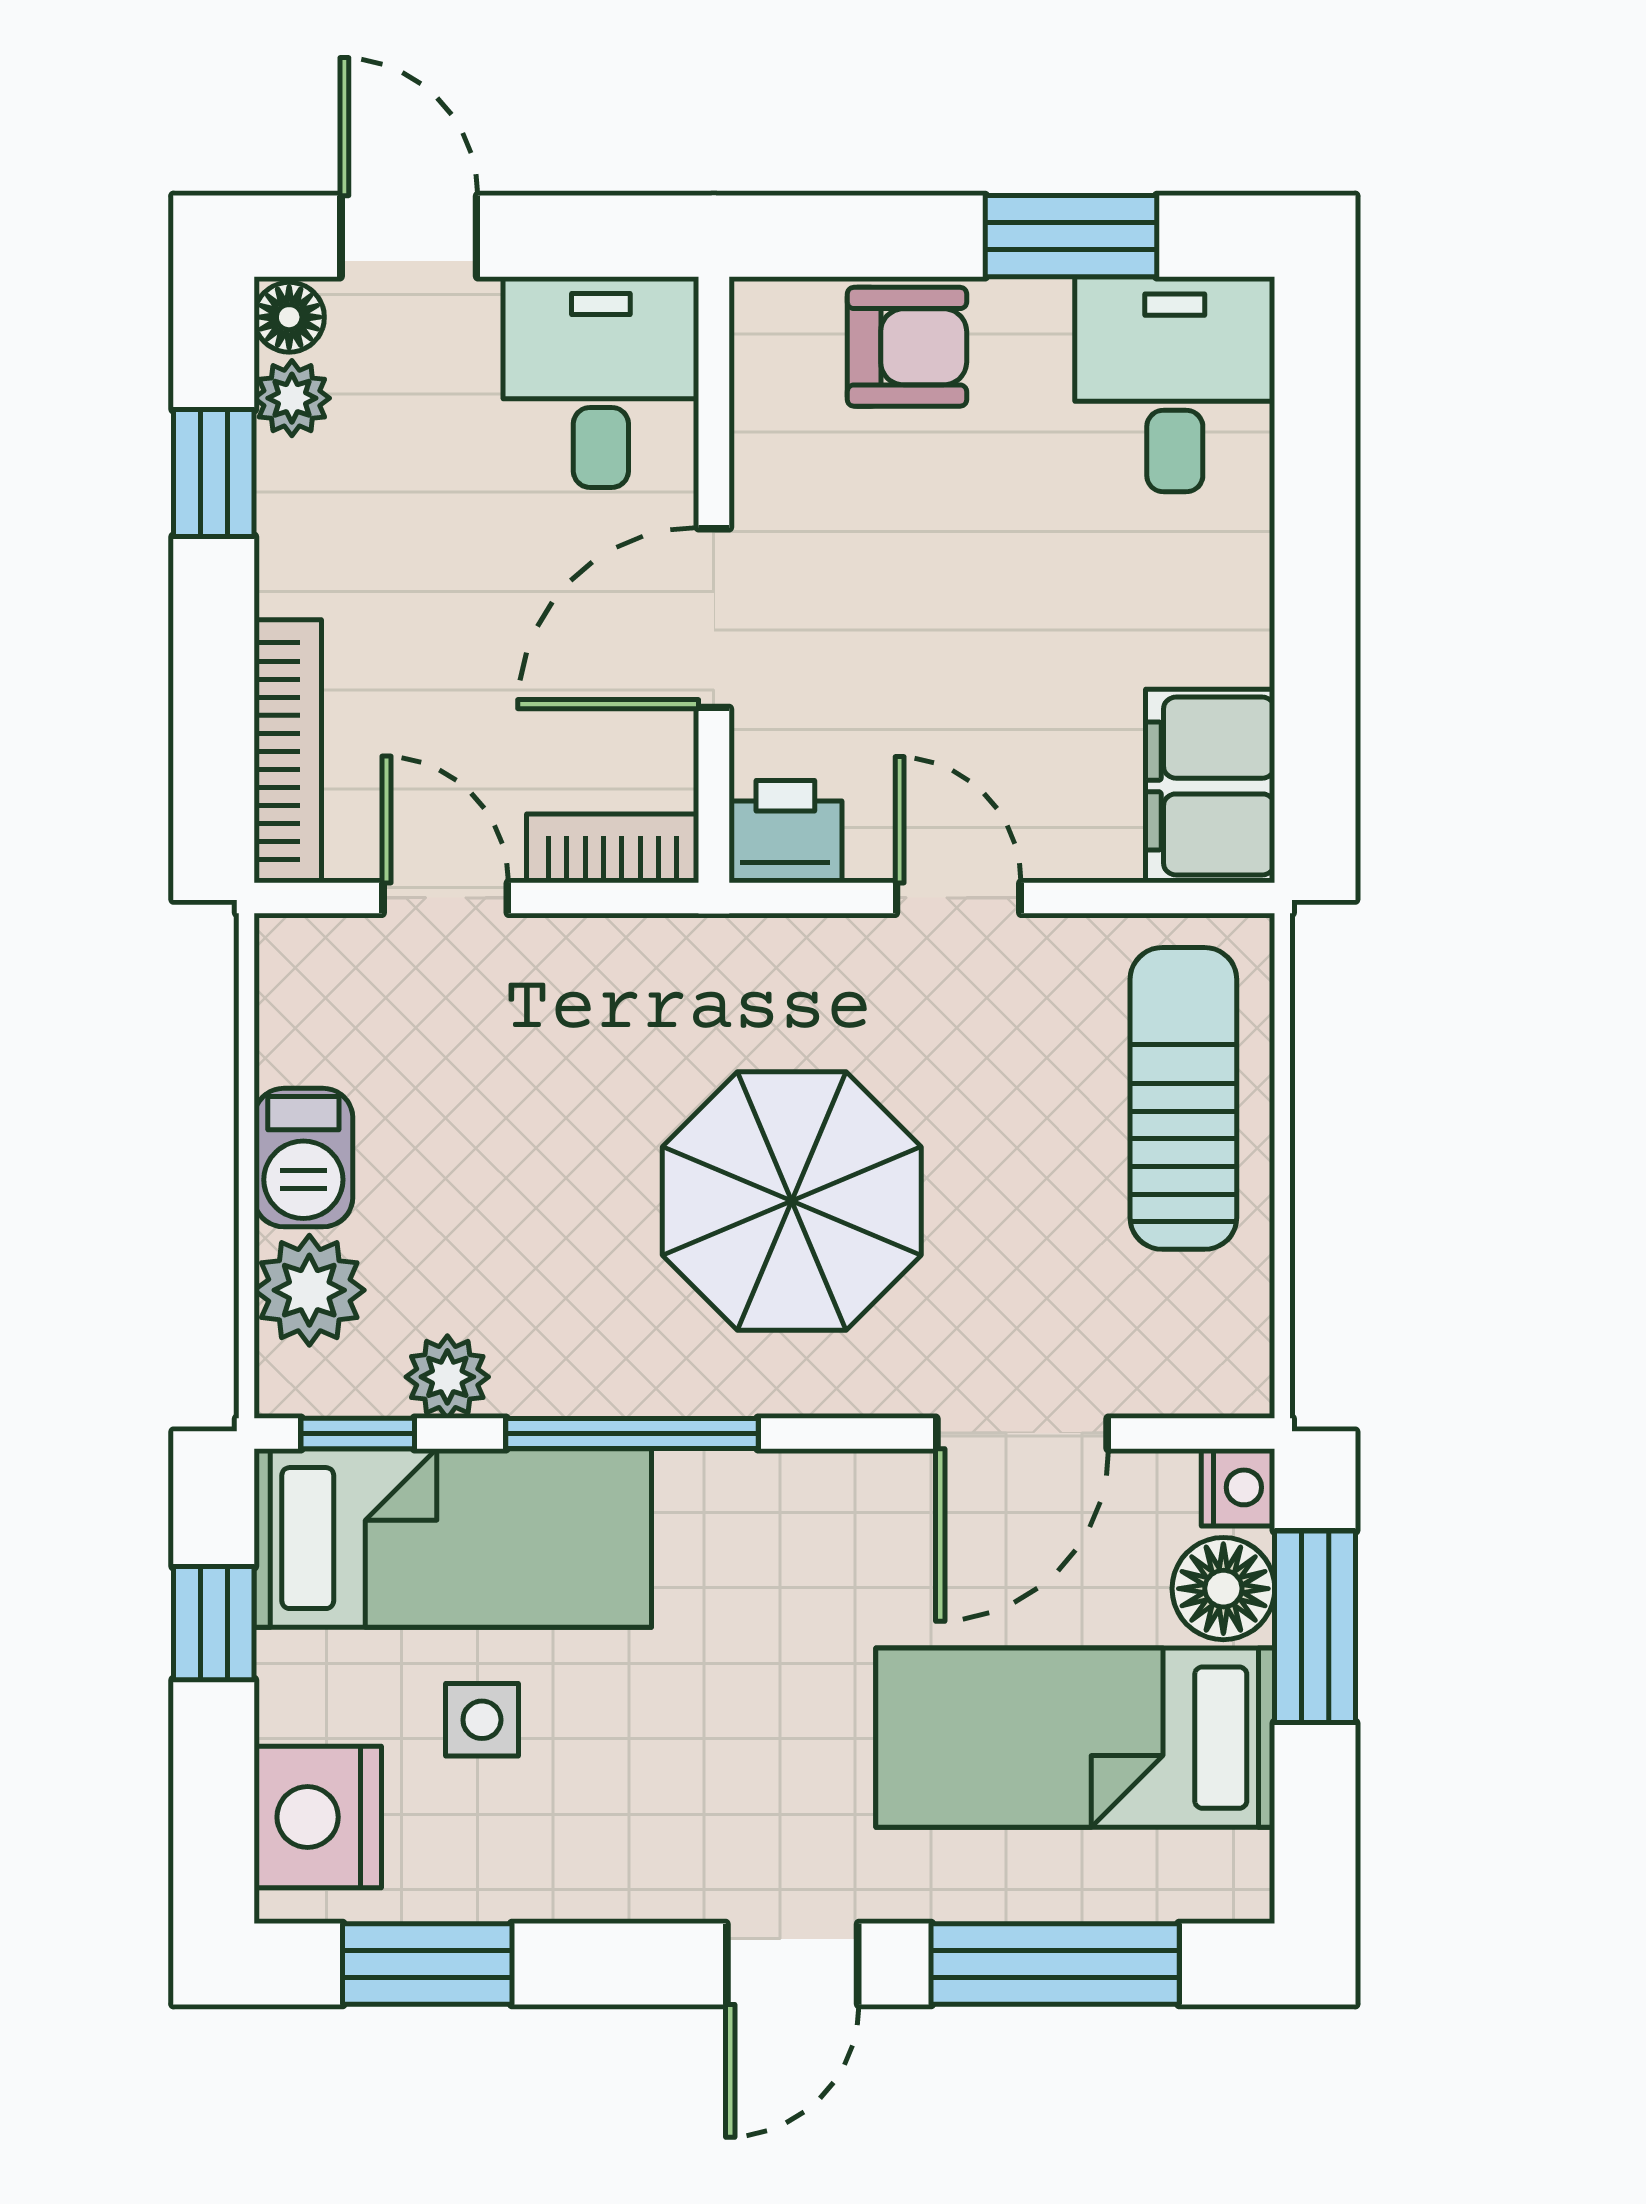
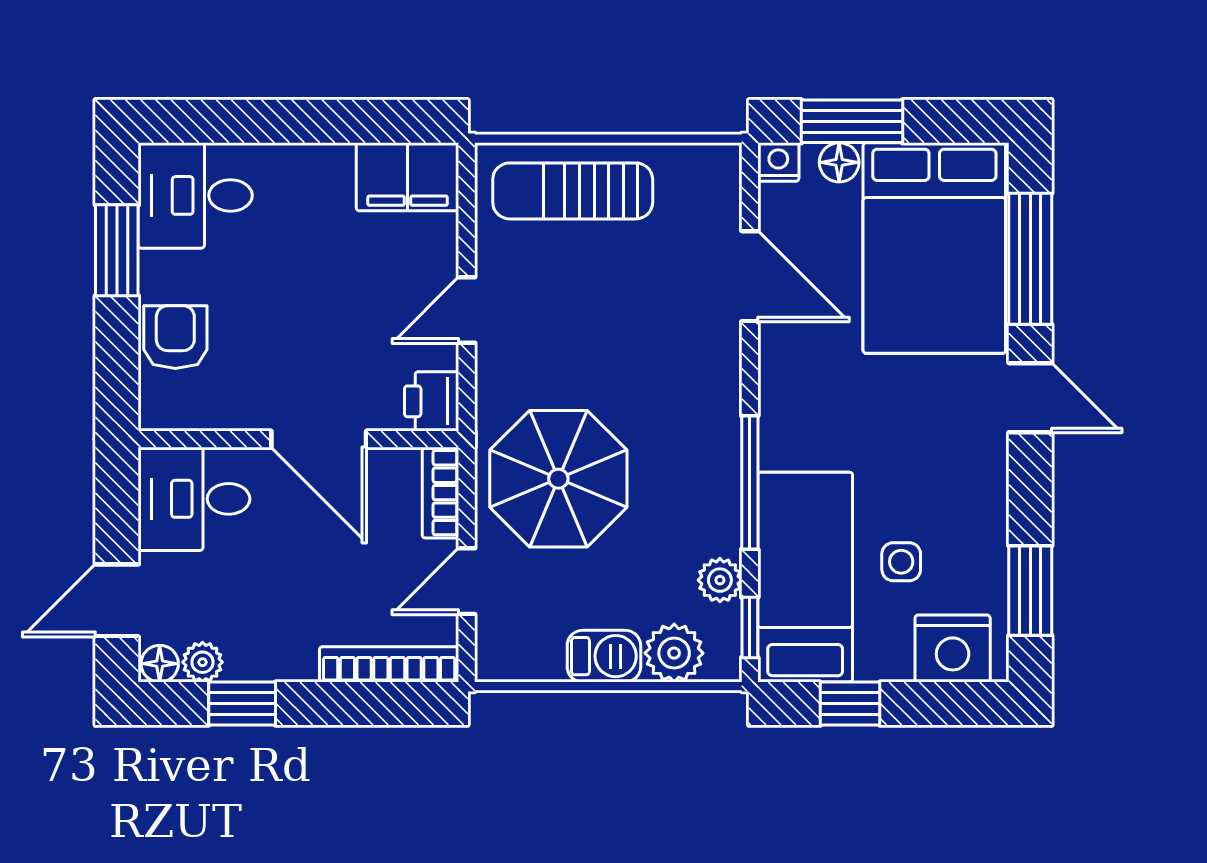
parasol: (792, 1201) -> (558, 479), moved
floor lamp: (1223, 1589) -> (839, 162), width x0.73, depth x0.73
bed: (1075, 1738) -> (934, 248), width x1.50

